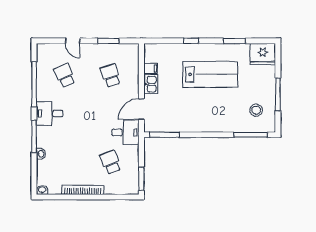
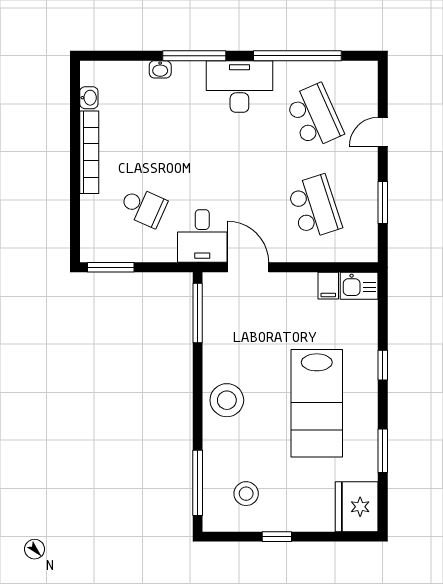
school desk: (65, 76) -> (314, 116), width x1.85
school desk: (111, 76) -> (314, 207), width x1.85
kitchen sink: (151, 84) -> (359, 286), moved
window: (278, 95) -> (277, 537), width x0.46
desk: (50, 114) -> (239, 86), width x1.37
stool: (209, 120) -> (227, 400), added
school desk: (111, 162) -> (143, 207), turned 45
washbasin: (42, 190) -> (89, 98), moved

